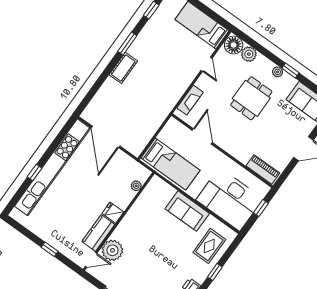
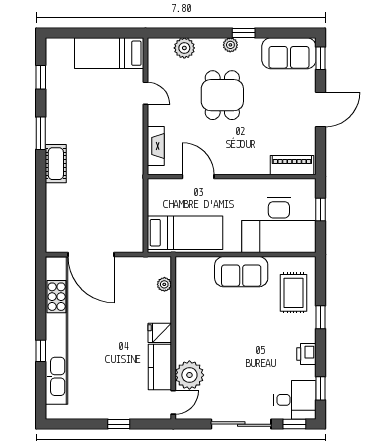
floor lamp: (234, 45) -> (160, 50), removed

